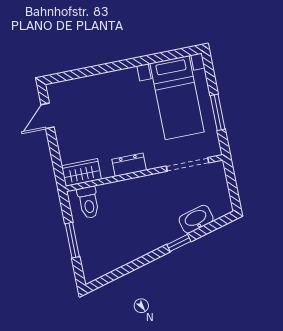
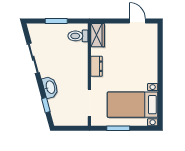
washbasin: (196, 219) -> (50, 87), moved
window: (179, 243) -> (46, 105), moved
sliding door: (136, 264) -> (33, 58), added

